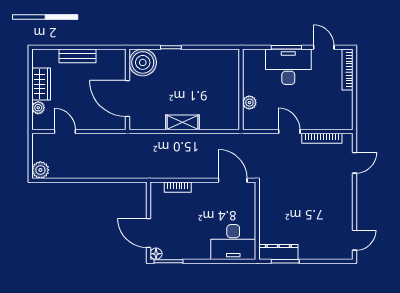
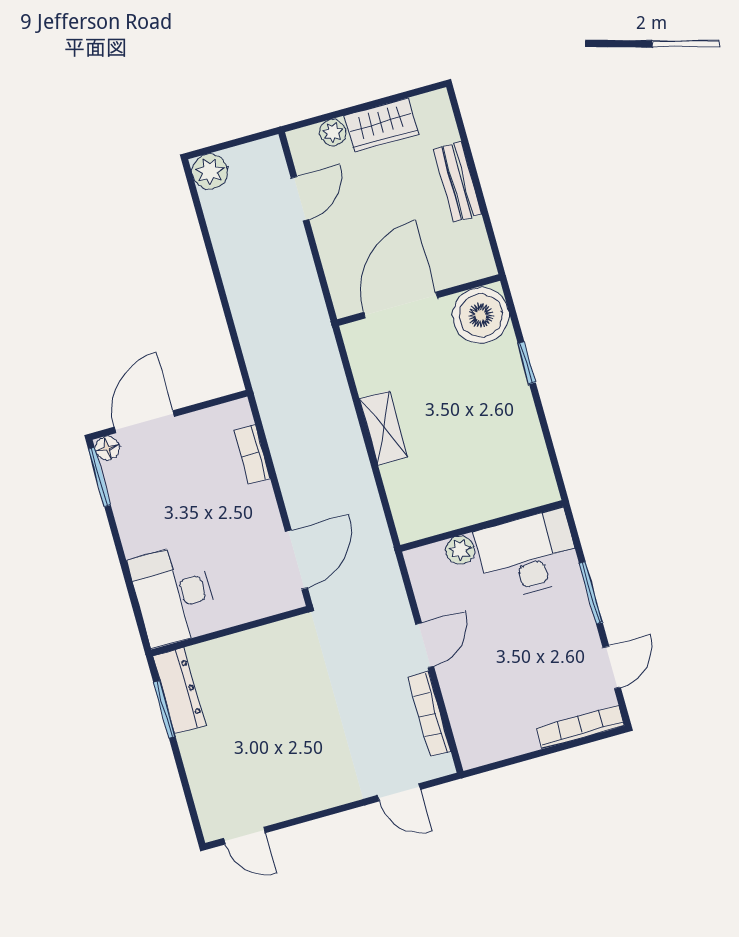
desk: (288, 67) -> (528, 555), moved, turned -90

